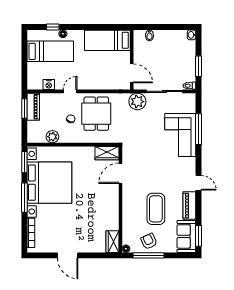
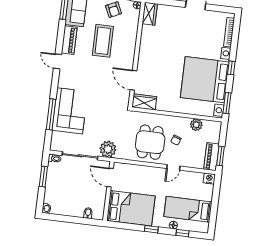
window: (84, 27) -> (151, 229), added
bed: (107, 40) -> (131, 208), width x1.50
nightstand: (49, 85) -> (209, 179), moved
door: (120, 173) -> (133, 80), swing flipped
window: (24, 198) -> (231, 68), width x0.46

